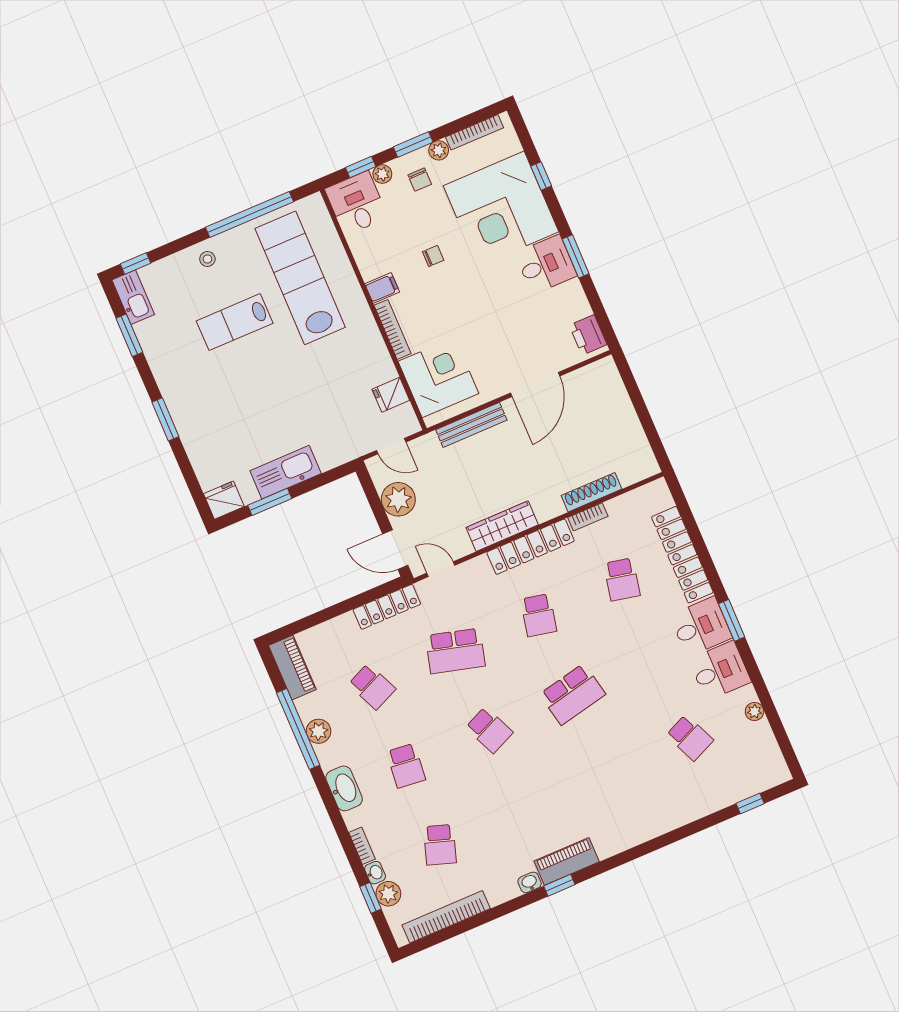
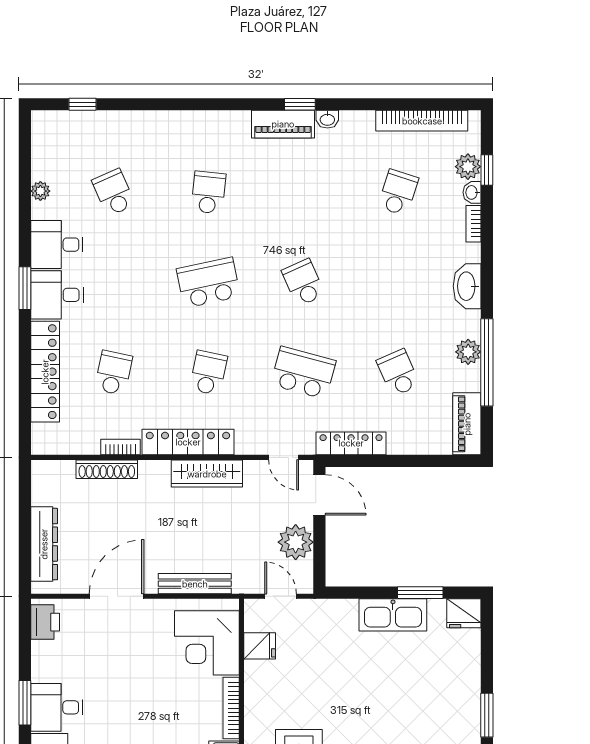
dresser: (618, 403) -> (44, 544), added
school desk: (406, 766) -> (208, 192), moved

